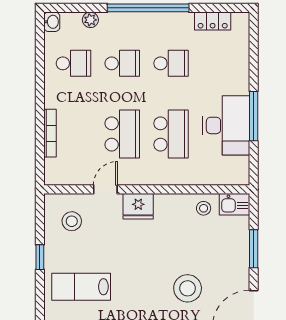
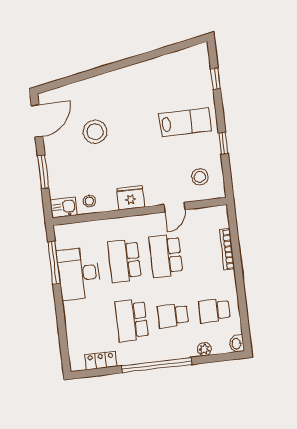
school desk: (171, 63) -> (132, 320), width x1.85
window: (254, 116) -> (54, 263), moved
fridge: (138, 206) -> (130, 198), moved

